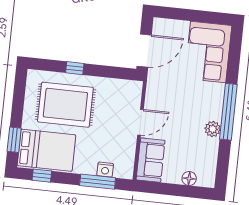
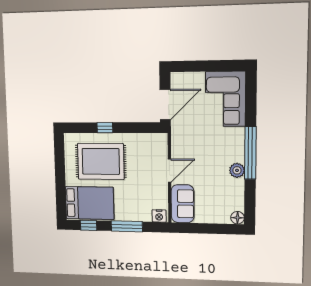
window: (14, 140) -> (61, 196), removed
nightstand: (105, 170) -> (159, 216), moved
floor lamp: (189, 178) -> (238, 218), moved
window: (98, 182) -> (127, 226), moved

